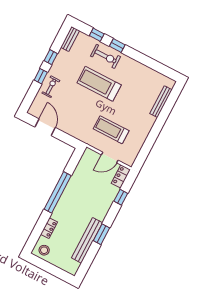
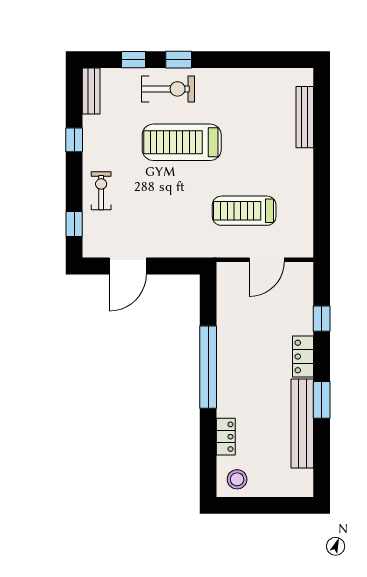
window: (41, 76) -> (74, 224), moved
door: (45, 127) -> (128, 266), swing flipped
locker: (121, 176) -> (303, 357), moved

